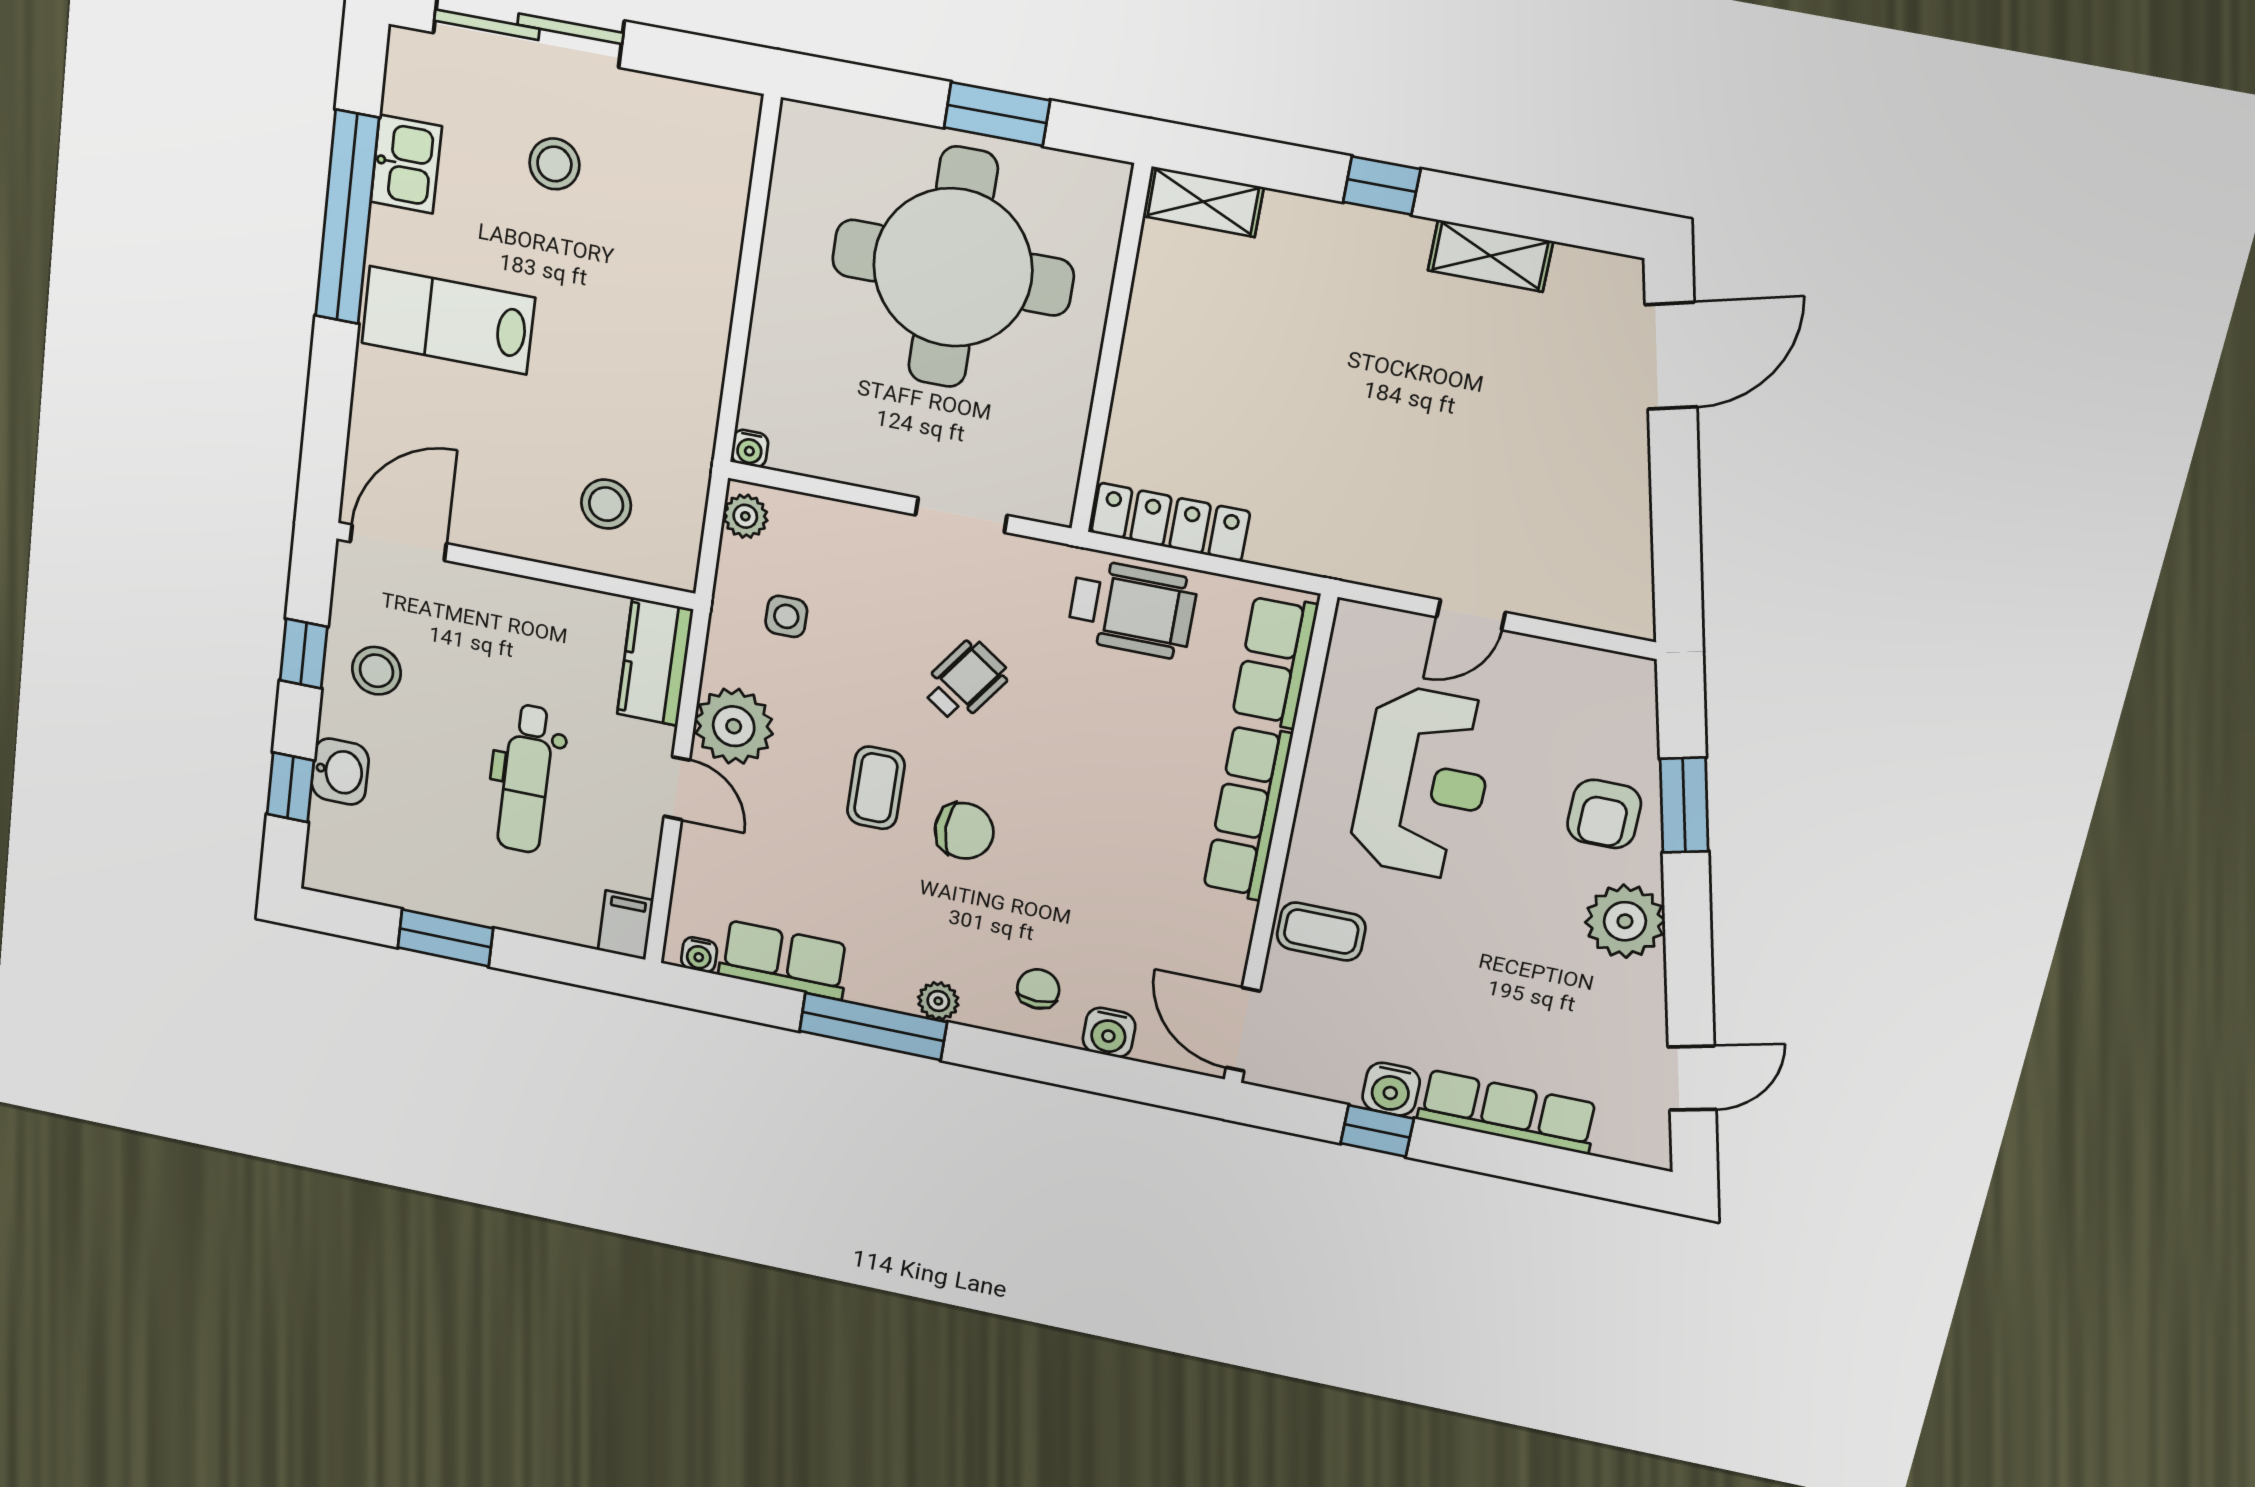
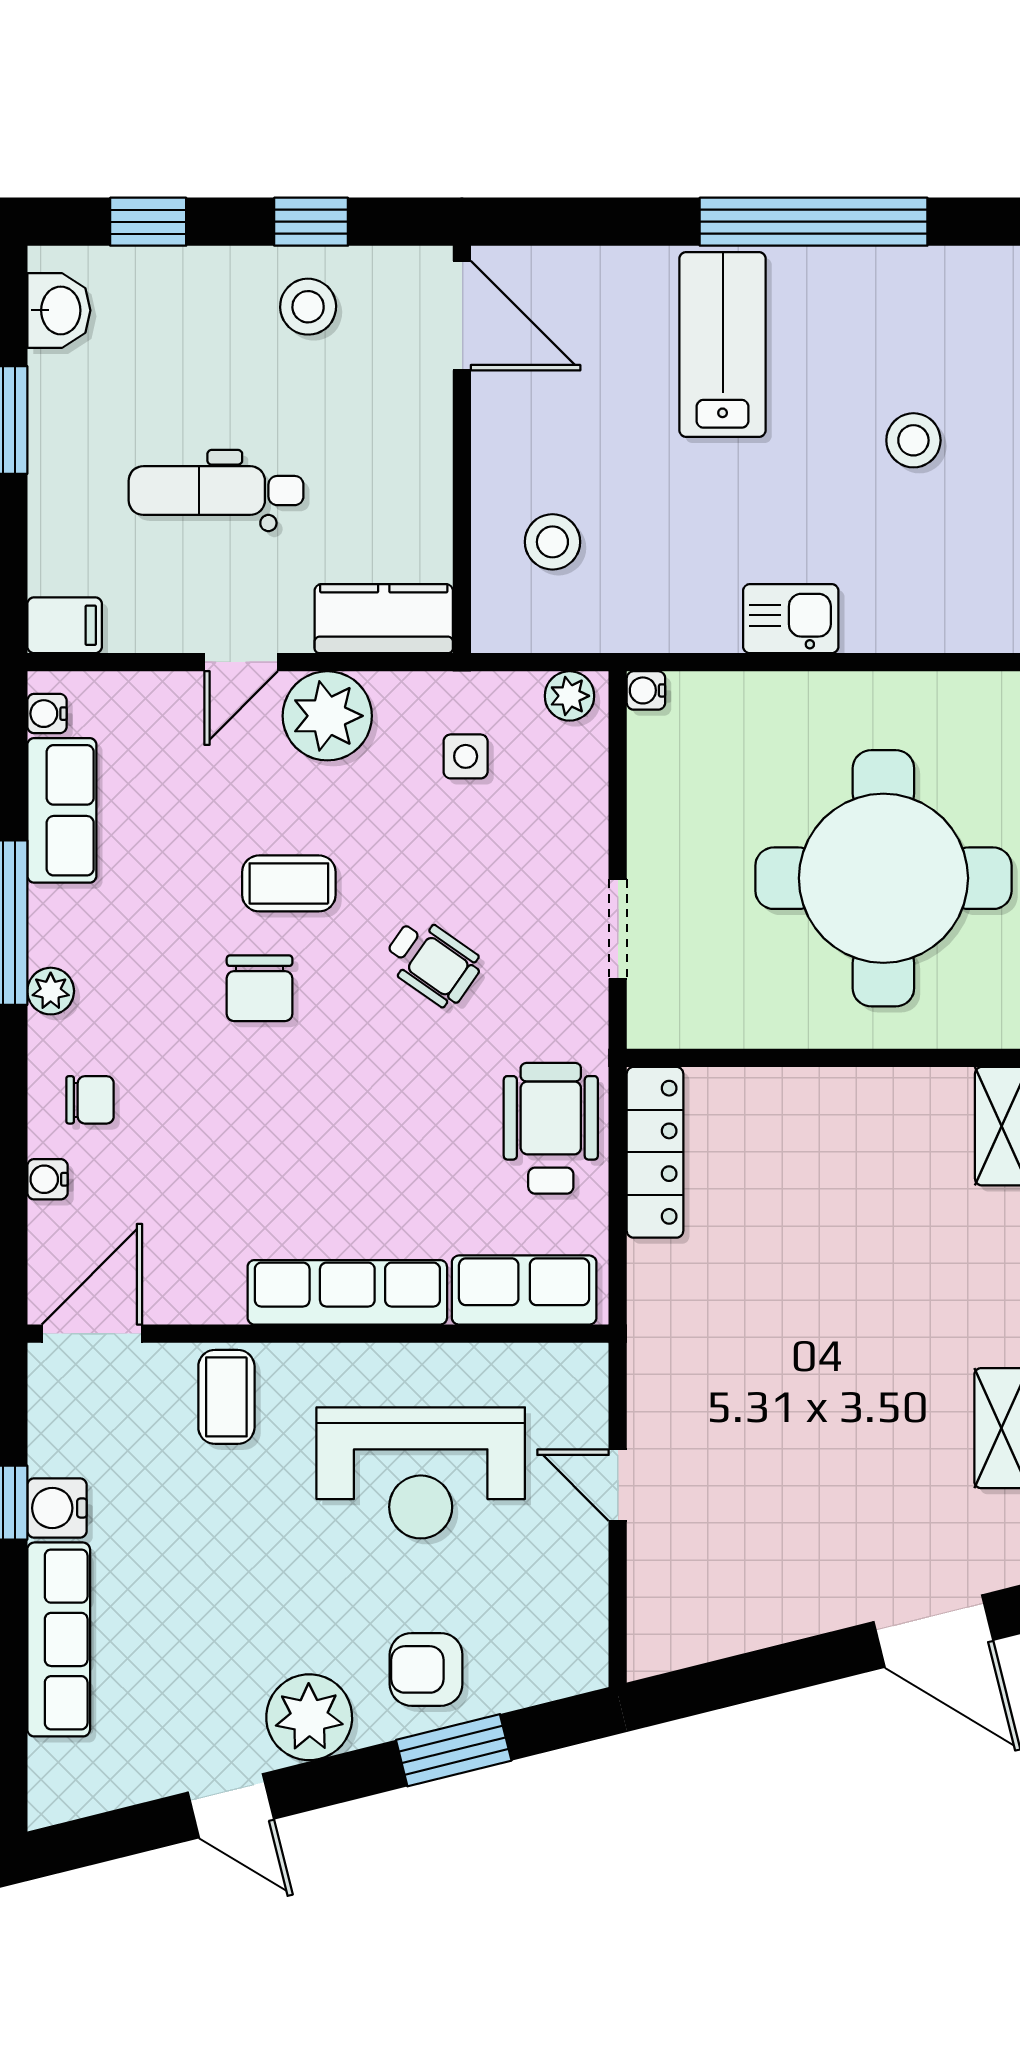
kitchen sink: (406, 164) -> (791, 619), moved, turned 180
wheelchair: (1132, 609) -> (551, 1128), turned 180
washbasin: (340, 772) -> (59, 310), moved, turned -90
water cooler: (1109, 1033) -> (47, 1179), width x0.72, depth x0.72
door: (1692, 1078) -> (231, 1806), moved

